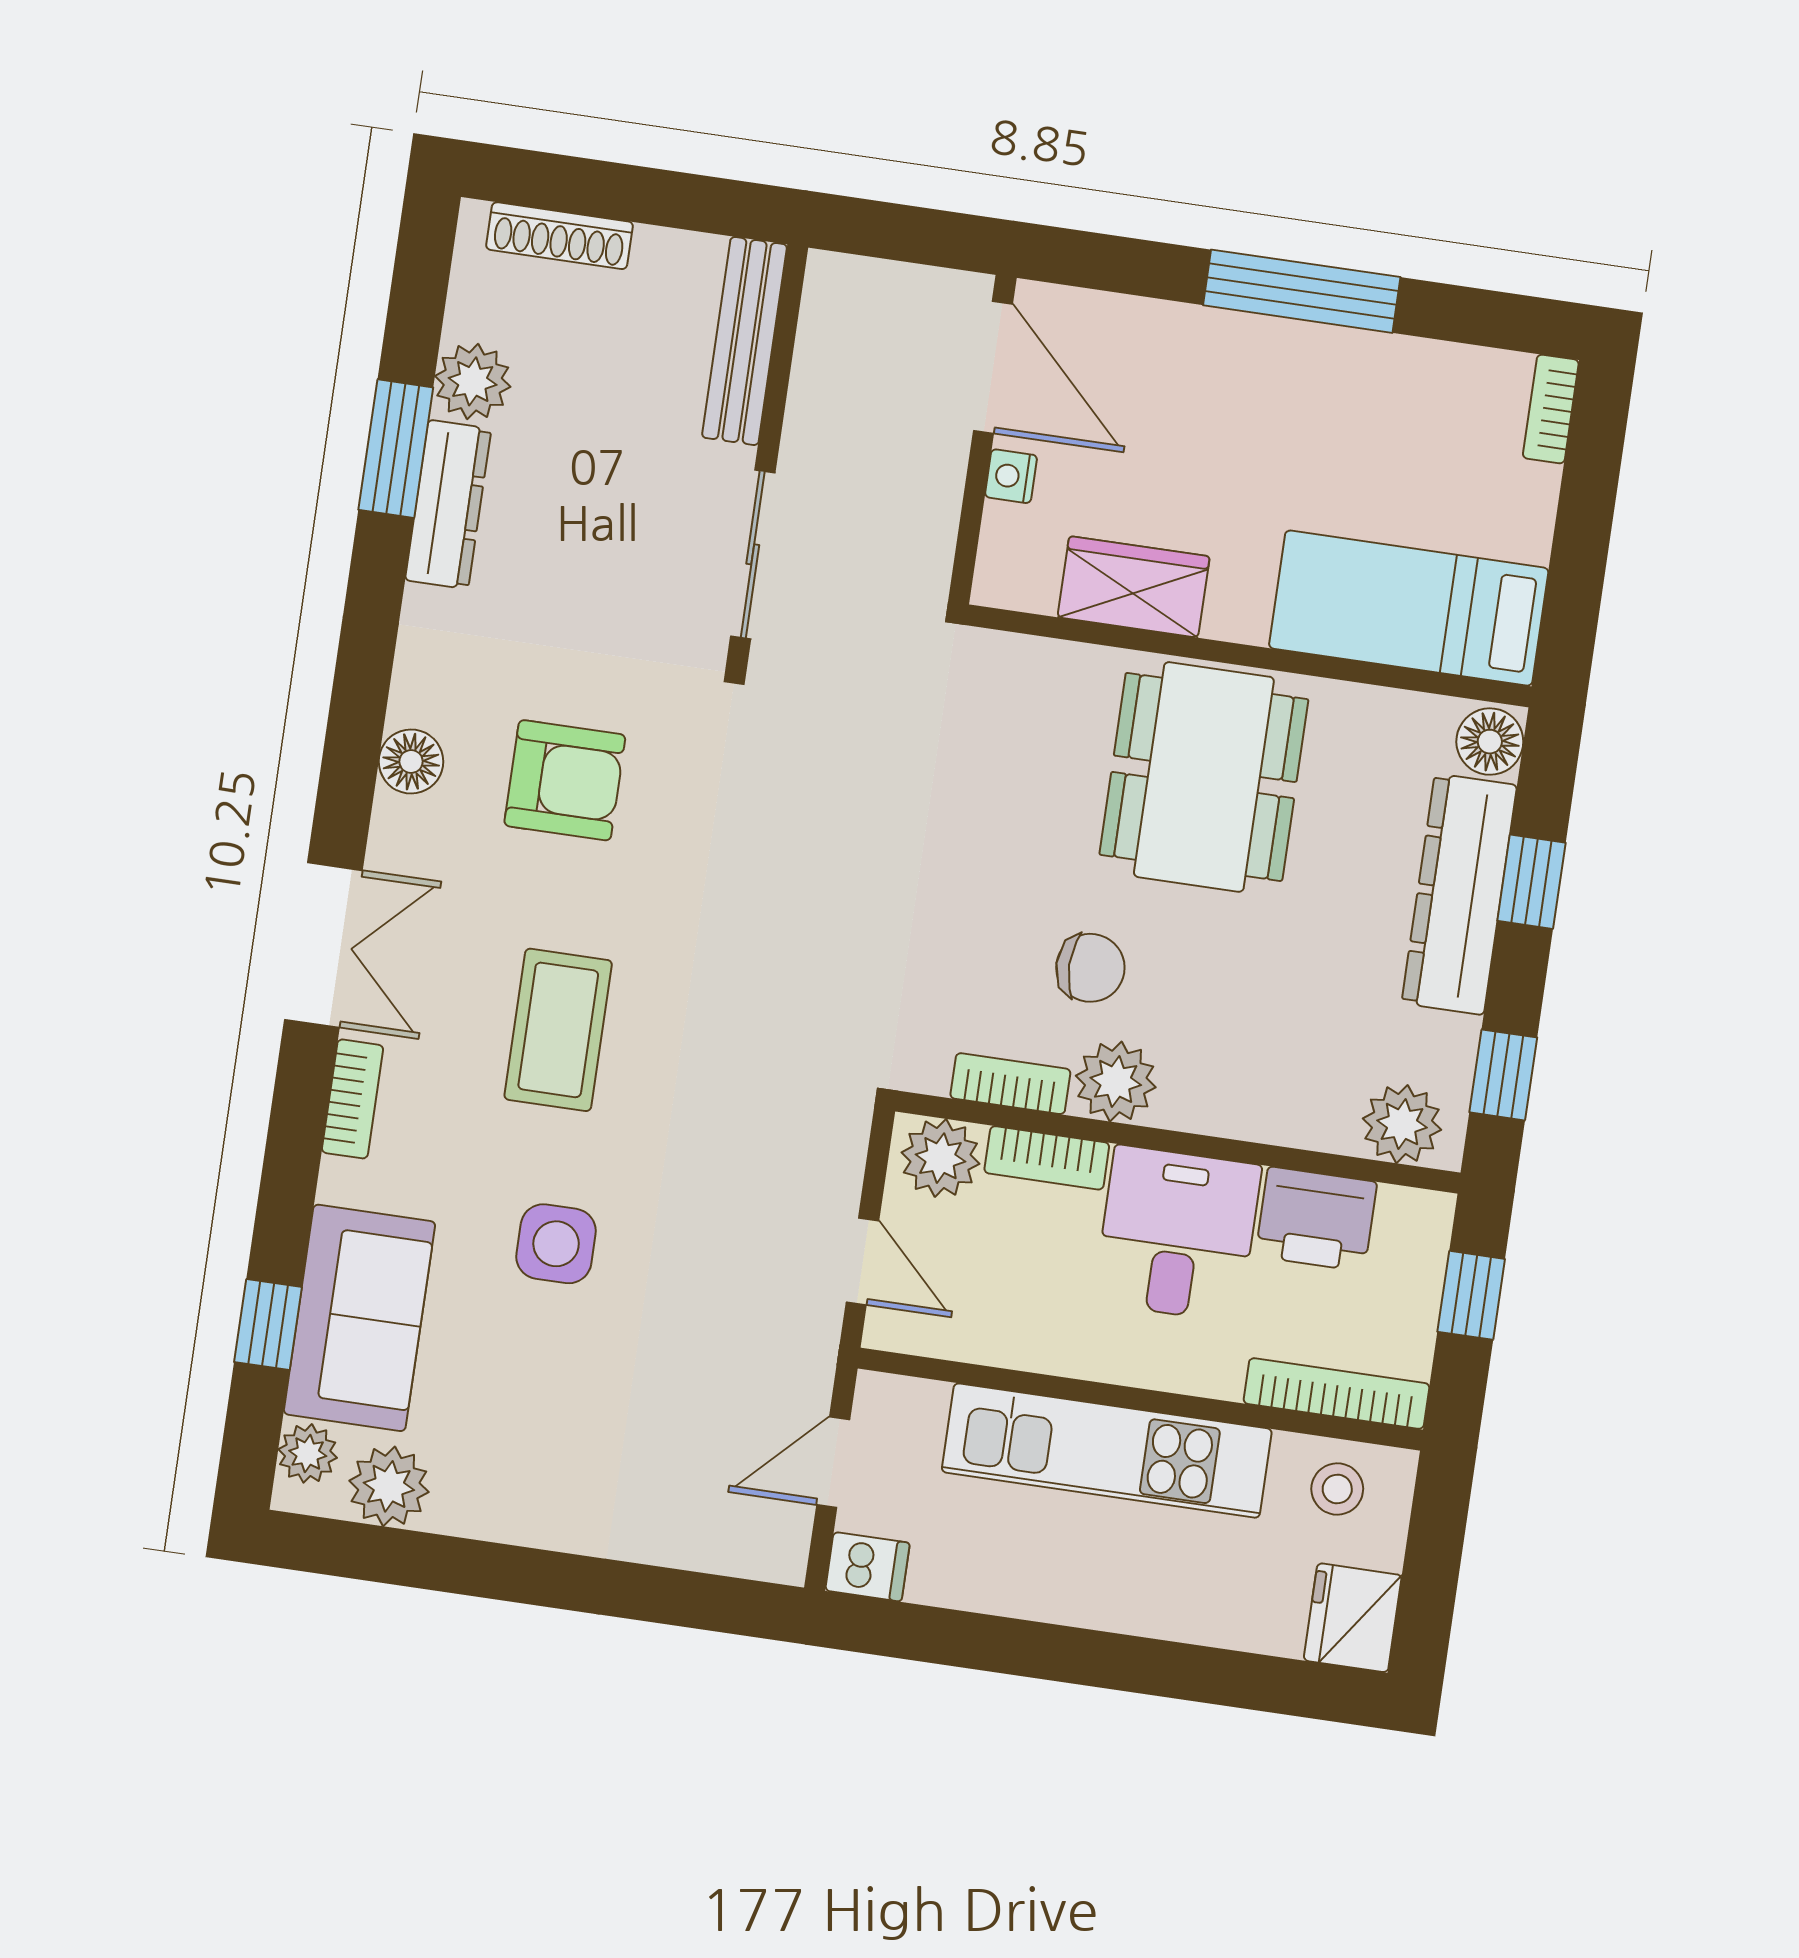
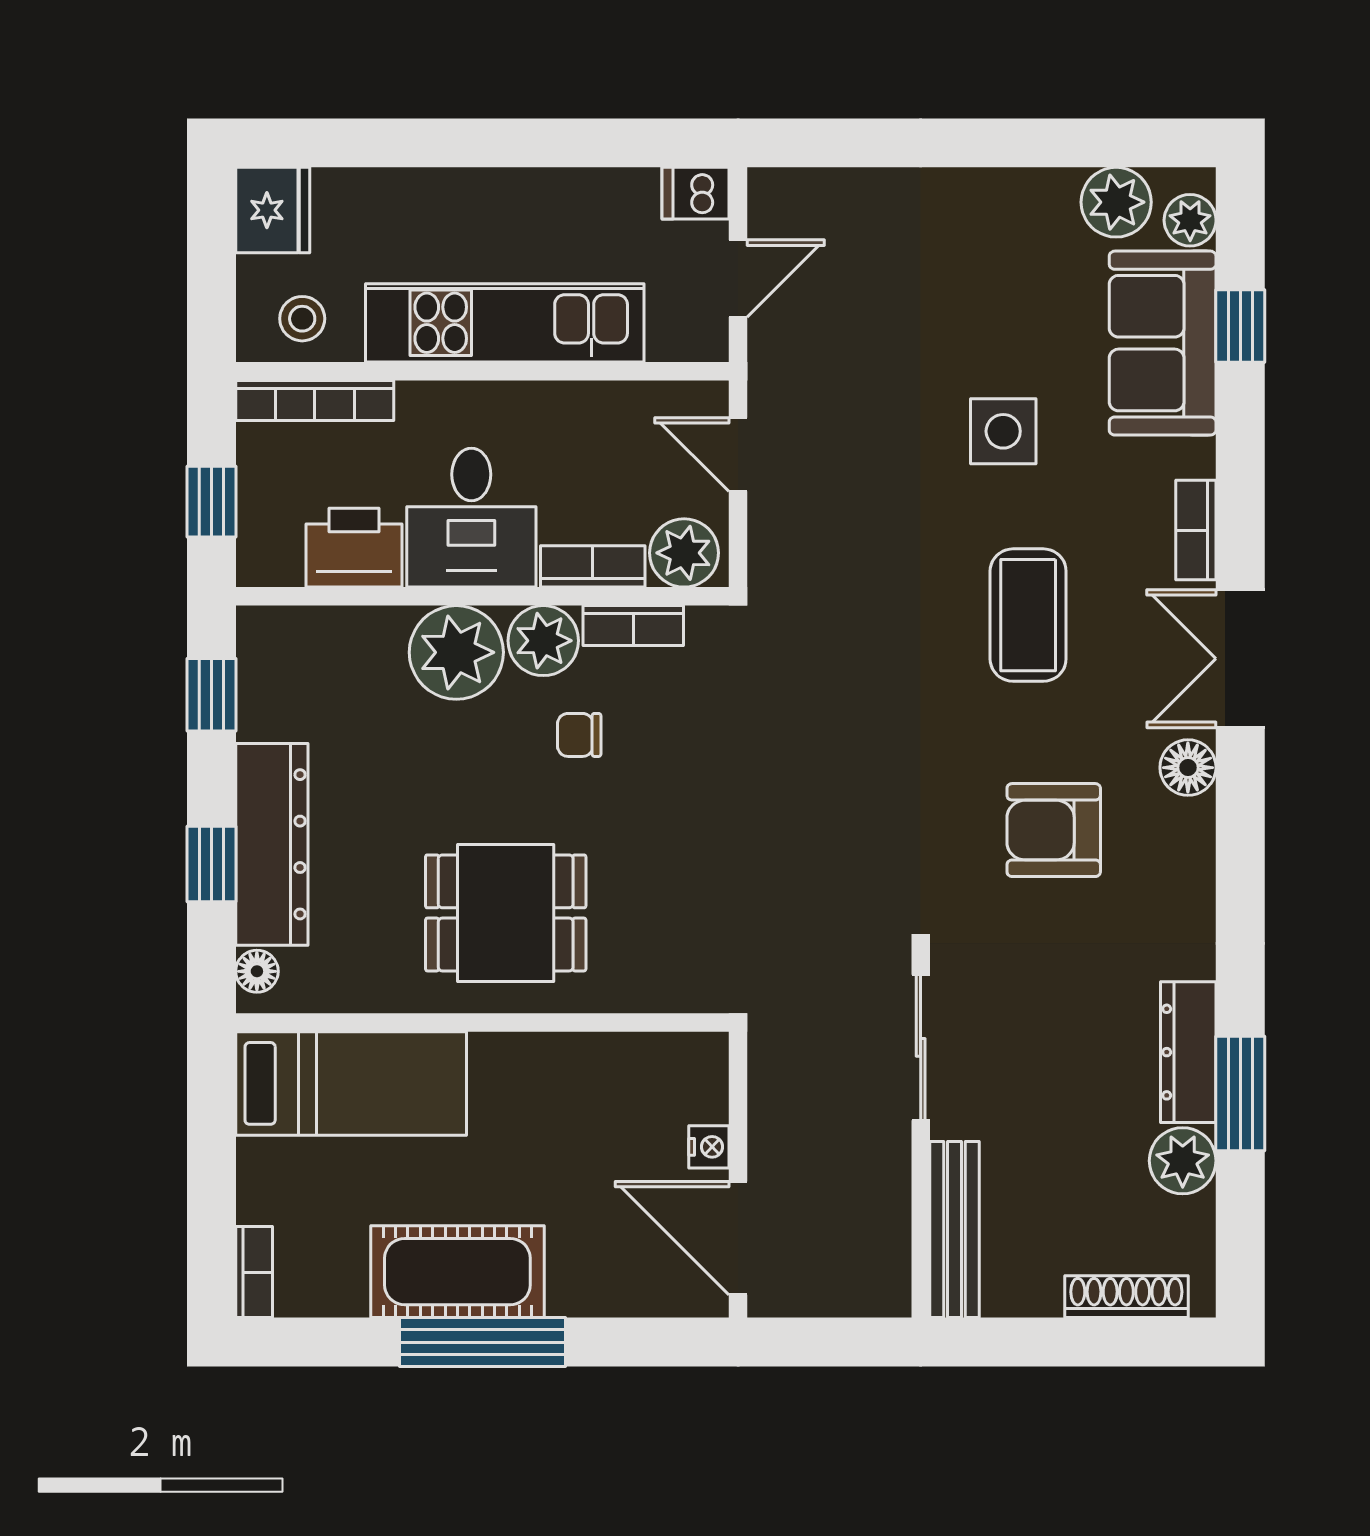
cot: (1319, 376) -> (457, 1272), added
wardrobe: (1134, 587) -> (590, 1067), removed
floor lamp: (1490, 742) -> (257, 971), width x0.73, depth x0.73
floor lamp: (411, 762) -> (1188, 768), moved
dining table: (1204, 777) -> (506, 913), width x0.73
chair: (1090, 968) -> (579, 735), width x0.73, depth x0.73
plant: (1402, 1124) -> (456, 652), moved, width x1.36, depth x1.36

